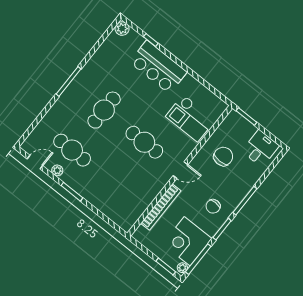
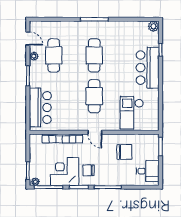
cafe table: (104, 110) -> (94, 55), turned 90
bar counter: (113, 204) -> (40, 108), added
corner desk: (187, 241) -> (65, 172), moved

